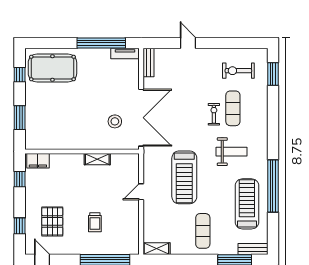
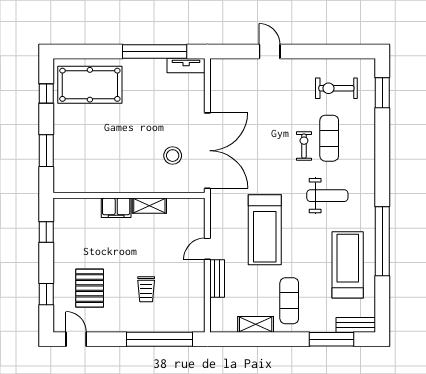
bench: (148, 62) -> (217, 278), moved
filing cabinet: (38, 161) -> (116, 208), moved
shelving: (156, 249) -> (256, 324), moved

